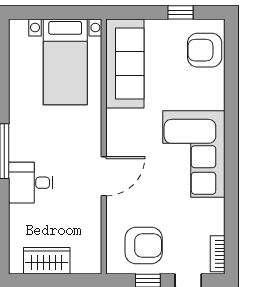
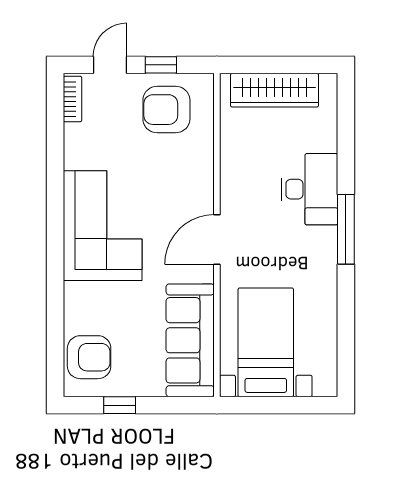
door: (104, 176) -> (217, 239), moved
desk: (31, 183) -> (310, 189), width x1.37
wardrobe: (47, 261) -> (274, 90), width x1.50

